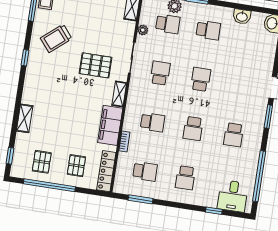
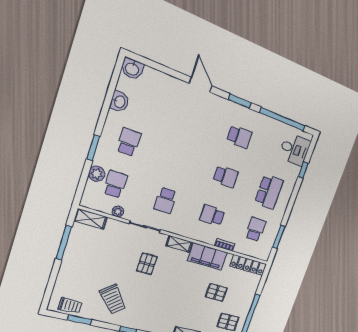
pallet: (95, 65) -> (147, 264), width x0.67, depth x0.71
school desk: (160, 73) -> (166, 200), turned -90
school desk: (201, 79) -> (179, 160), removed
window: (268, 117) -> (240, 101), moved
school desk: (153, 122) -> (212, 215), turned -90
pallet: (76, 166) -> (216, 292), moved
school desk: (185, 178) -> (269, 192), width x1.85

